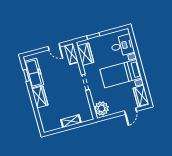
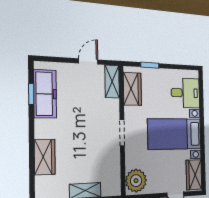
door: (54, 47) -> (88, 61), swing flipped
wardrobe: (40, 97) -> (45, 157), moved

